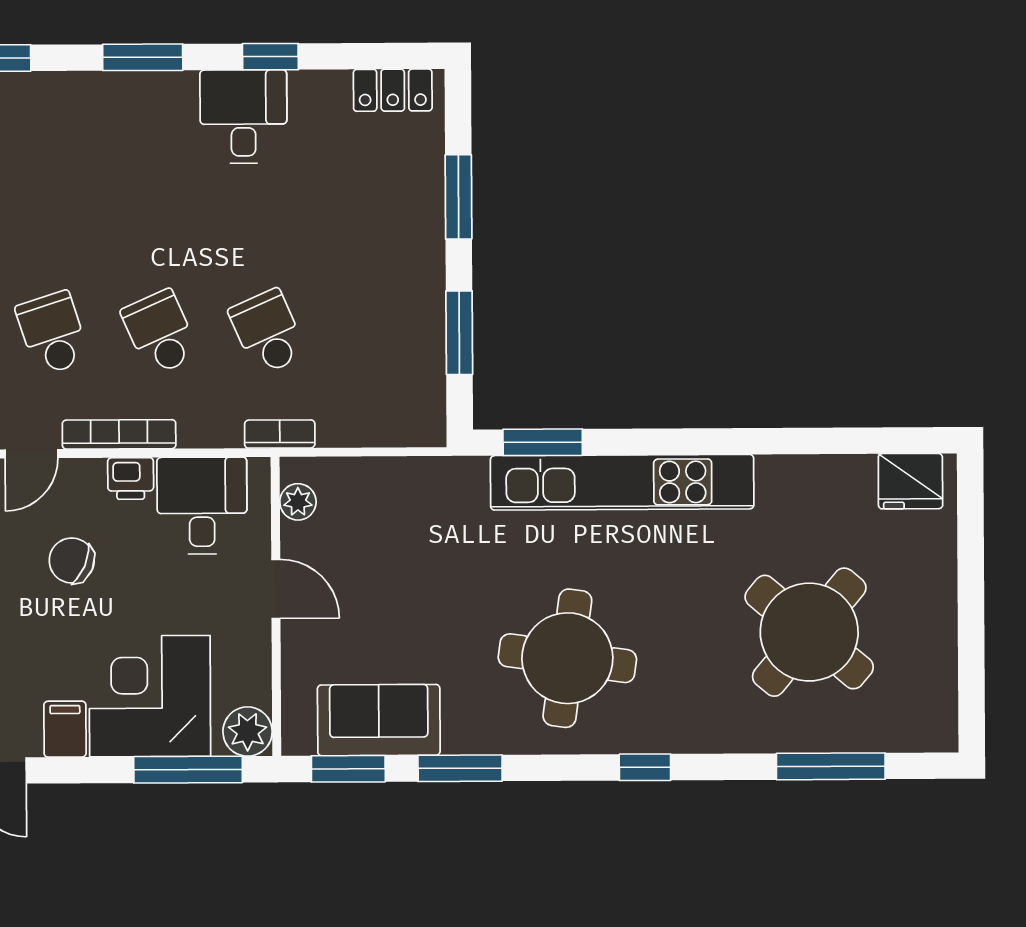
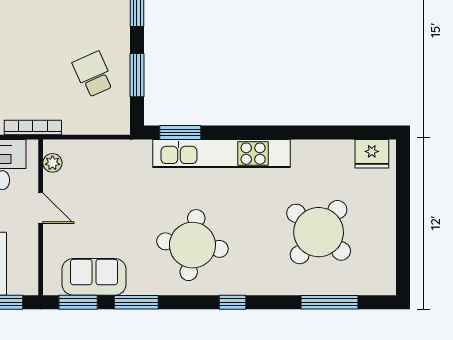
school desk: (268, 332) -> (93, 74), moved
bookcase: (280, 434) -> (33, 127), width x1.56
plant: (248, 732) -> (26, 282), removed

